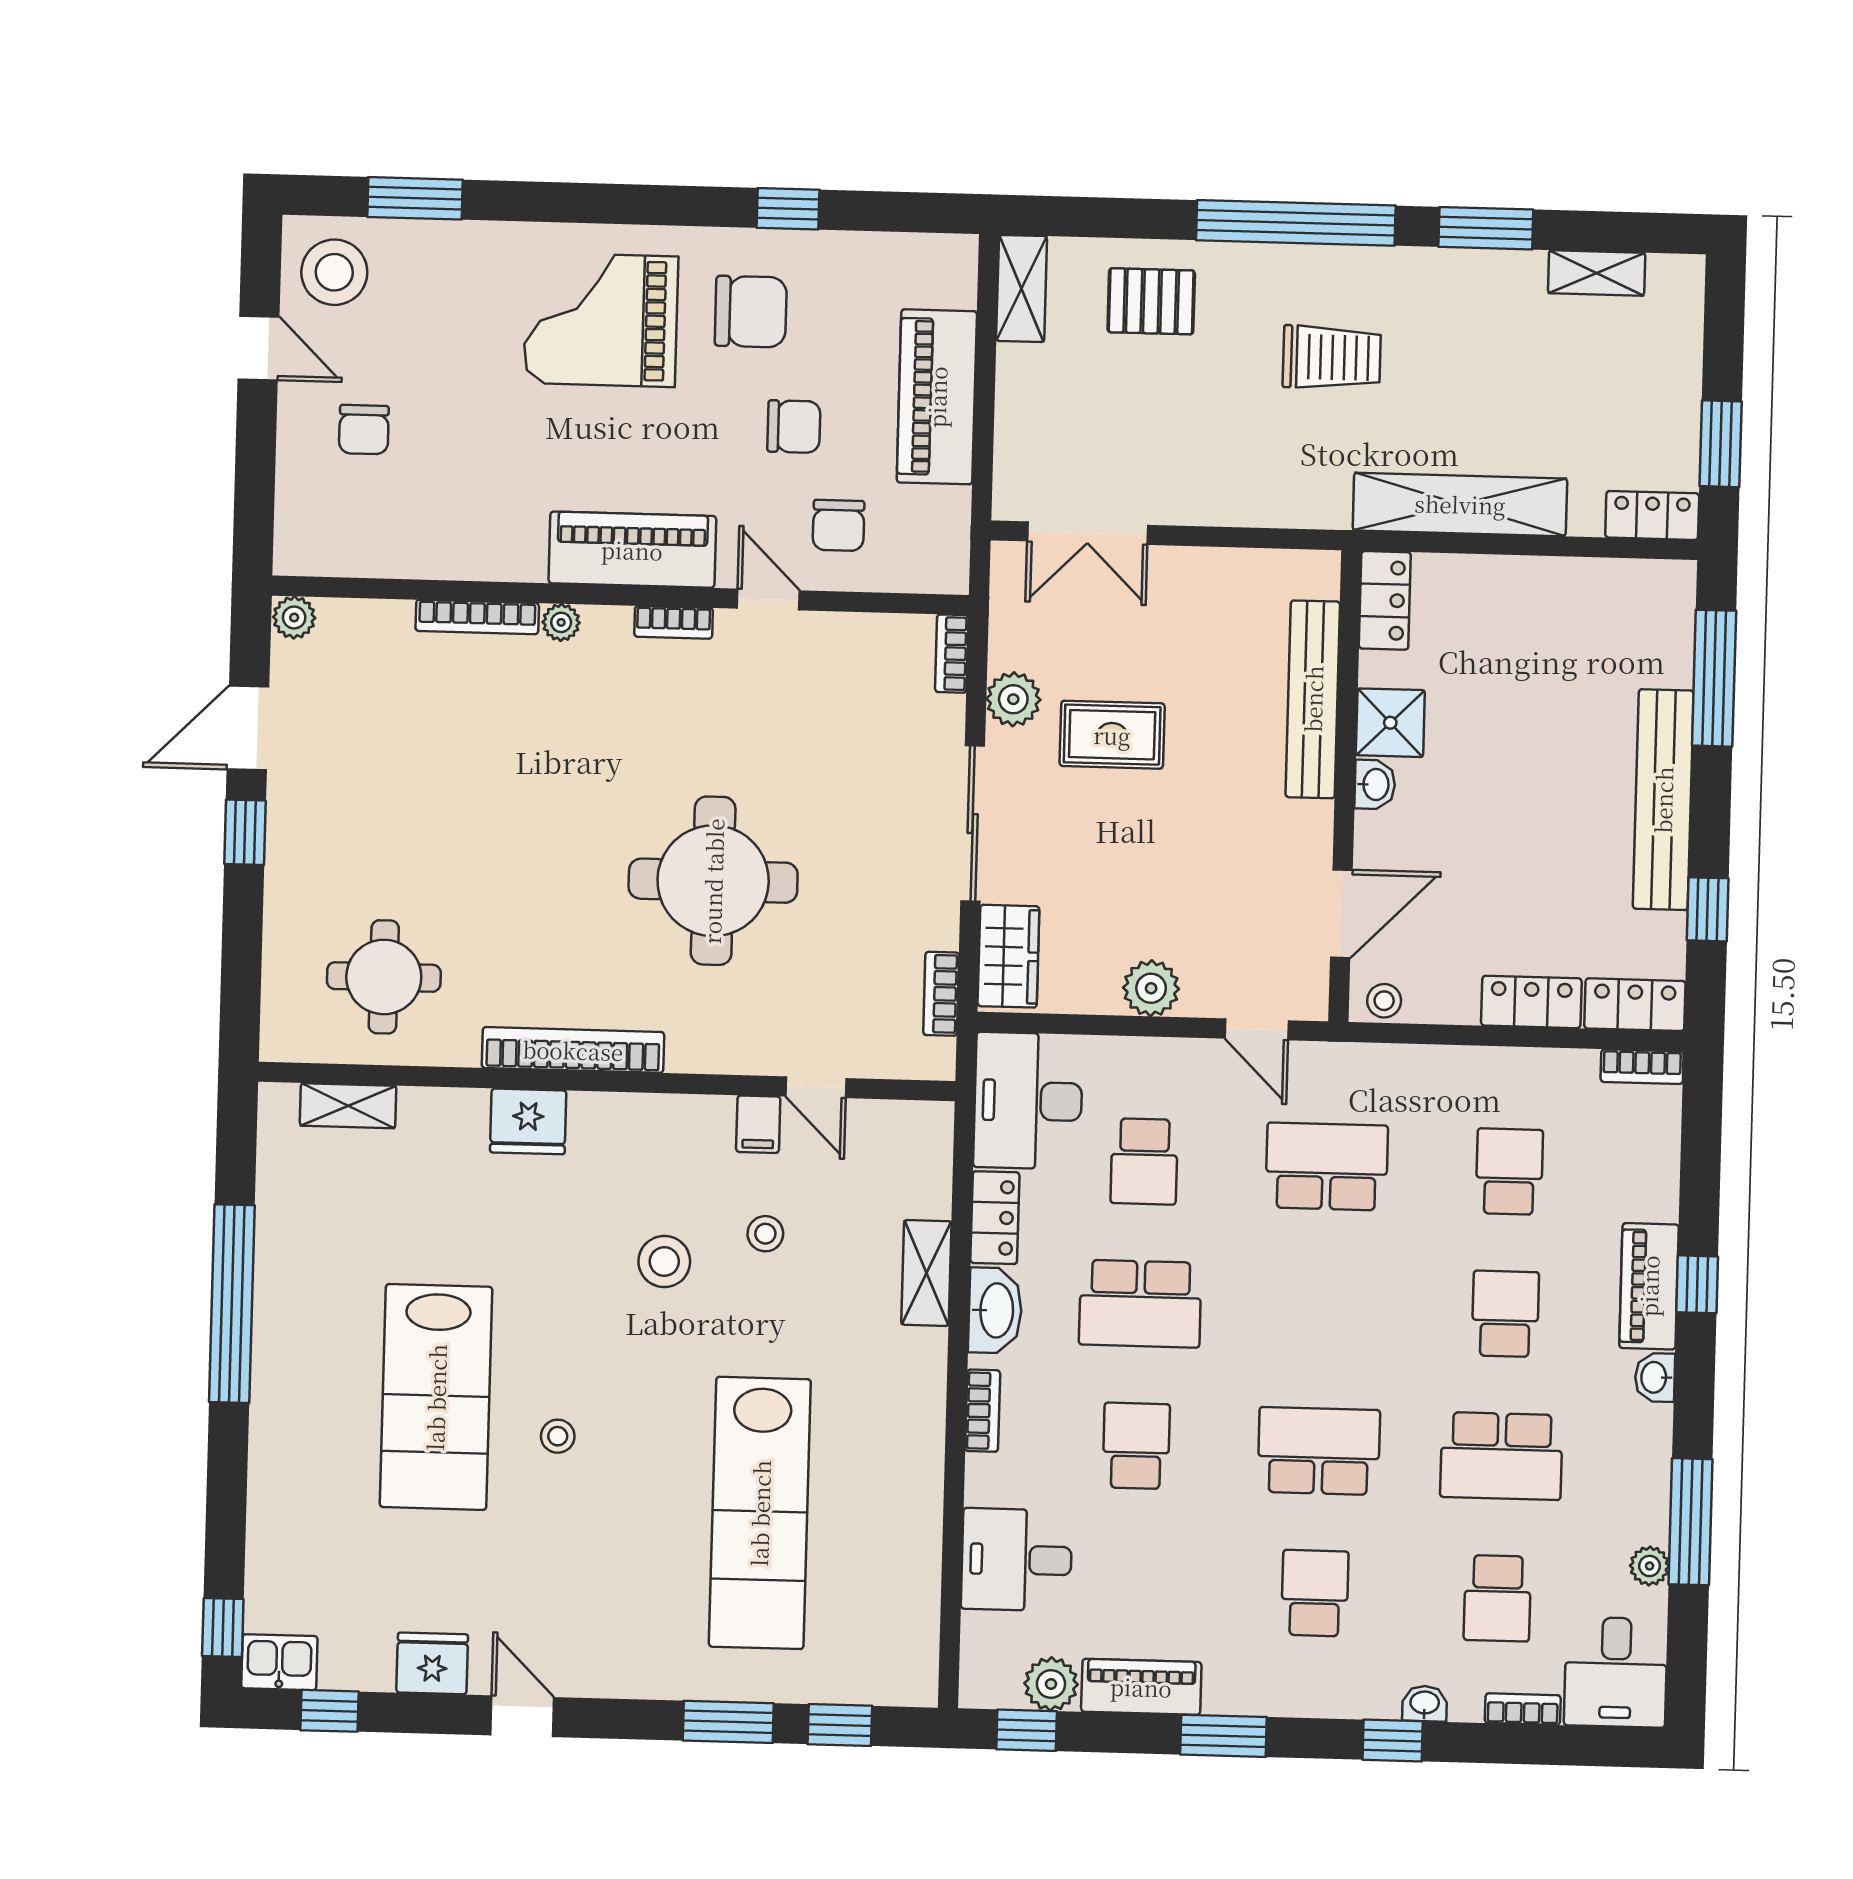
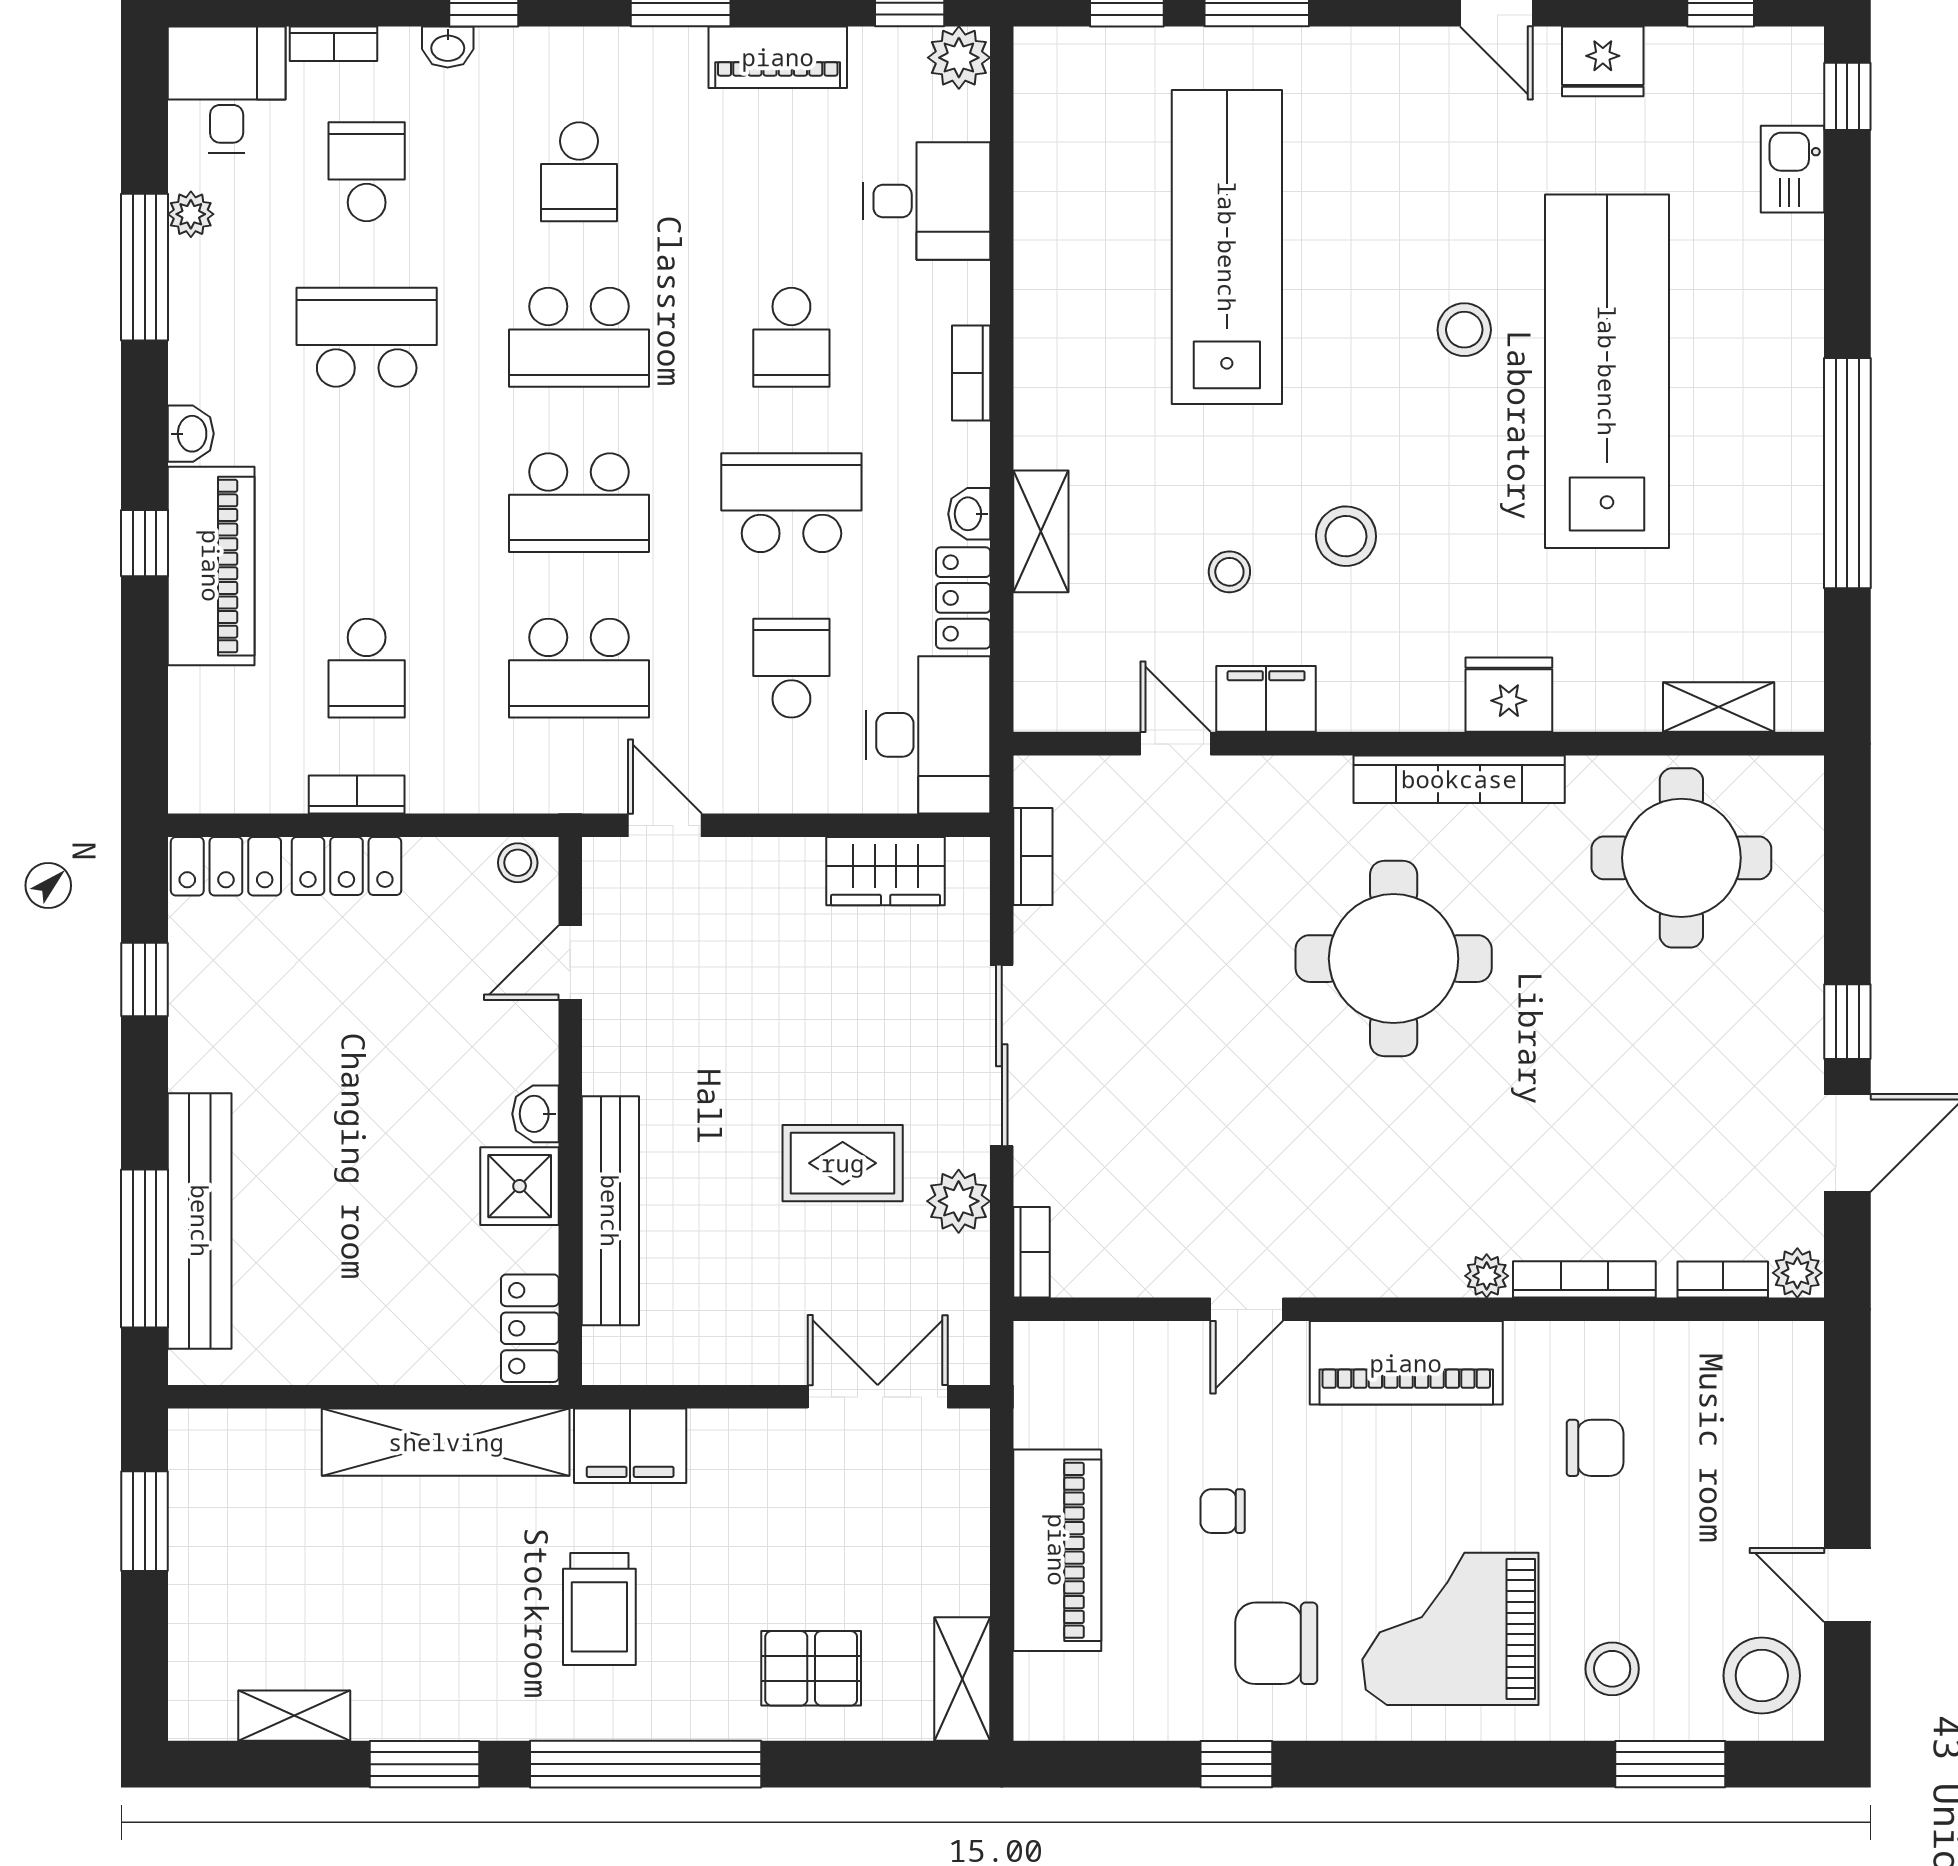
stool: (463, 282) -> (1612, 1669), added
grand piano: (601, 320) -> (1450, 1629), turned 180
trolley: (1332, 357) -> (599, 1609), turned -90
chair: (794, 427) -> (1223, 1511), width x0.73, depth x0.73
chair: (364, 430) -> (1595, 1448), moved, turned 90
filing cabinet: (1301, 497) -> (630, 1446), added
locker: (1652, 515) -> (222, 1436), removed
chair: (838, 525) -> (1167, 1398), removed
door: (768, 599) -> (1247, 1309), hinge flipped
bookcase: (674, 622) -> (1723, 1280), moved
bench: (1663, 800) -> (200, 1221), moved
round table: (713, 881) -> (1394, 959), moved
door: (1341, 914) -> (570, 963), width x0.73
wardrobe: (1008, 956) -> (886, 871), moved, turned -90
round table: (384, 977) -> (1681, 858), width x1.36, depth x1.36
plant: (1151, 988) -> (789, 870), removed
bookcase: (1642, 1067) -> (357, 794), moved
filing cabinet: (758, 1124) -> (1266, 699), width x2.00
piano: (1649, 1286) -> (211, 566), width x1.37, depth x1.33
washbasin: (995, 1310) -> (969, 514), width x0.52, depth x0.69
school desk: (1505, 1314) -> (579, 503), moved, width x1.85
lab bench: (436, 1397) -> (1607, 371), width x1.36
stool: (558, 1436) -> (1464, 330), width x1.37, depth x1.37
kitchen sink: (279, 1662) -> (1792, 169), moved, turned 90
plant: (1051, 1684) -> (959, 58), moved

